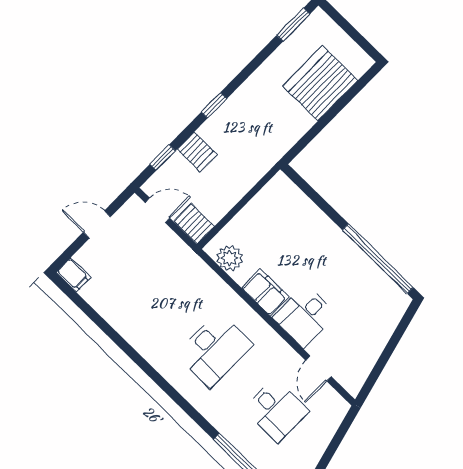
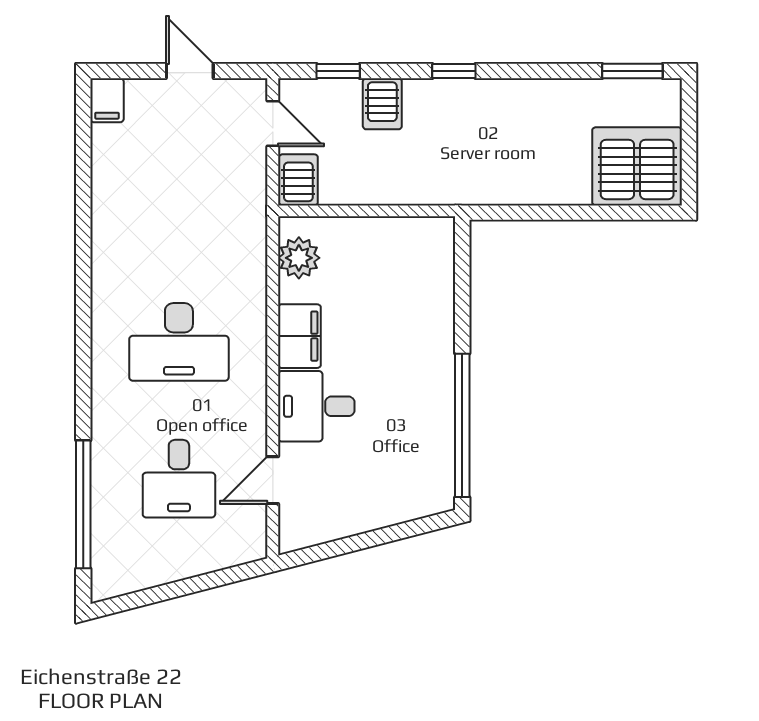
server rack: (320, 83) -> (637, 166), moved

